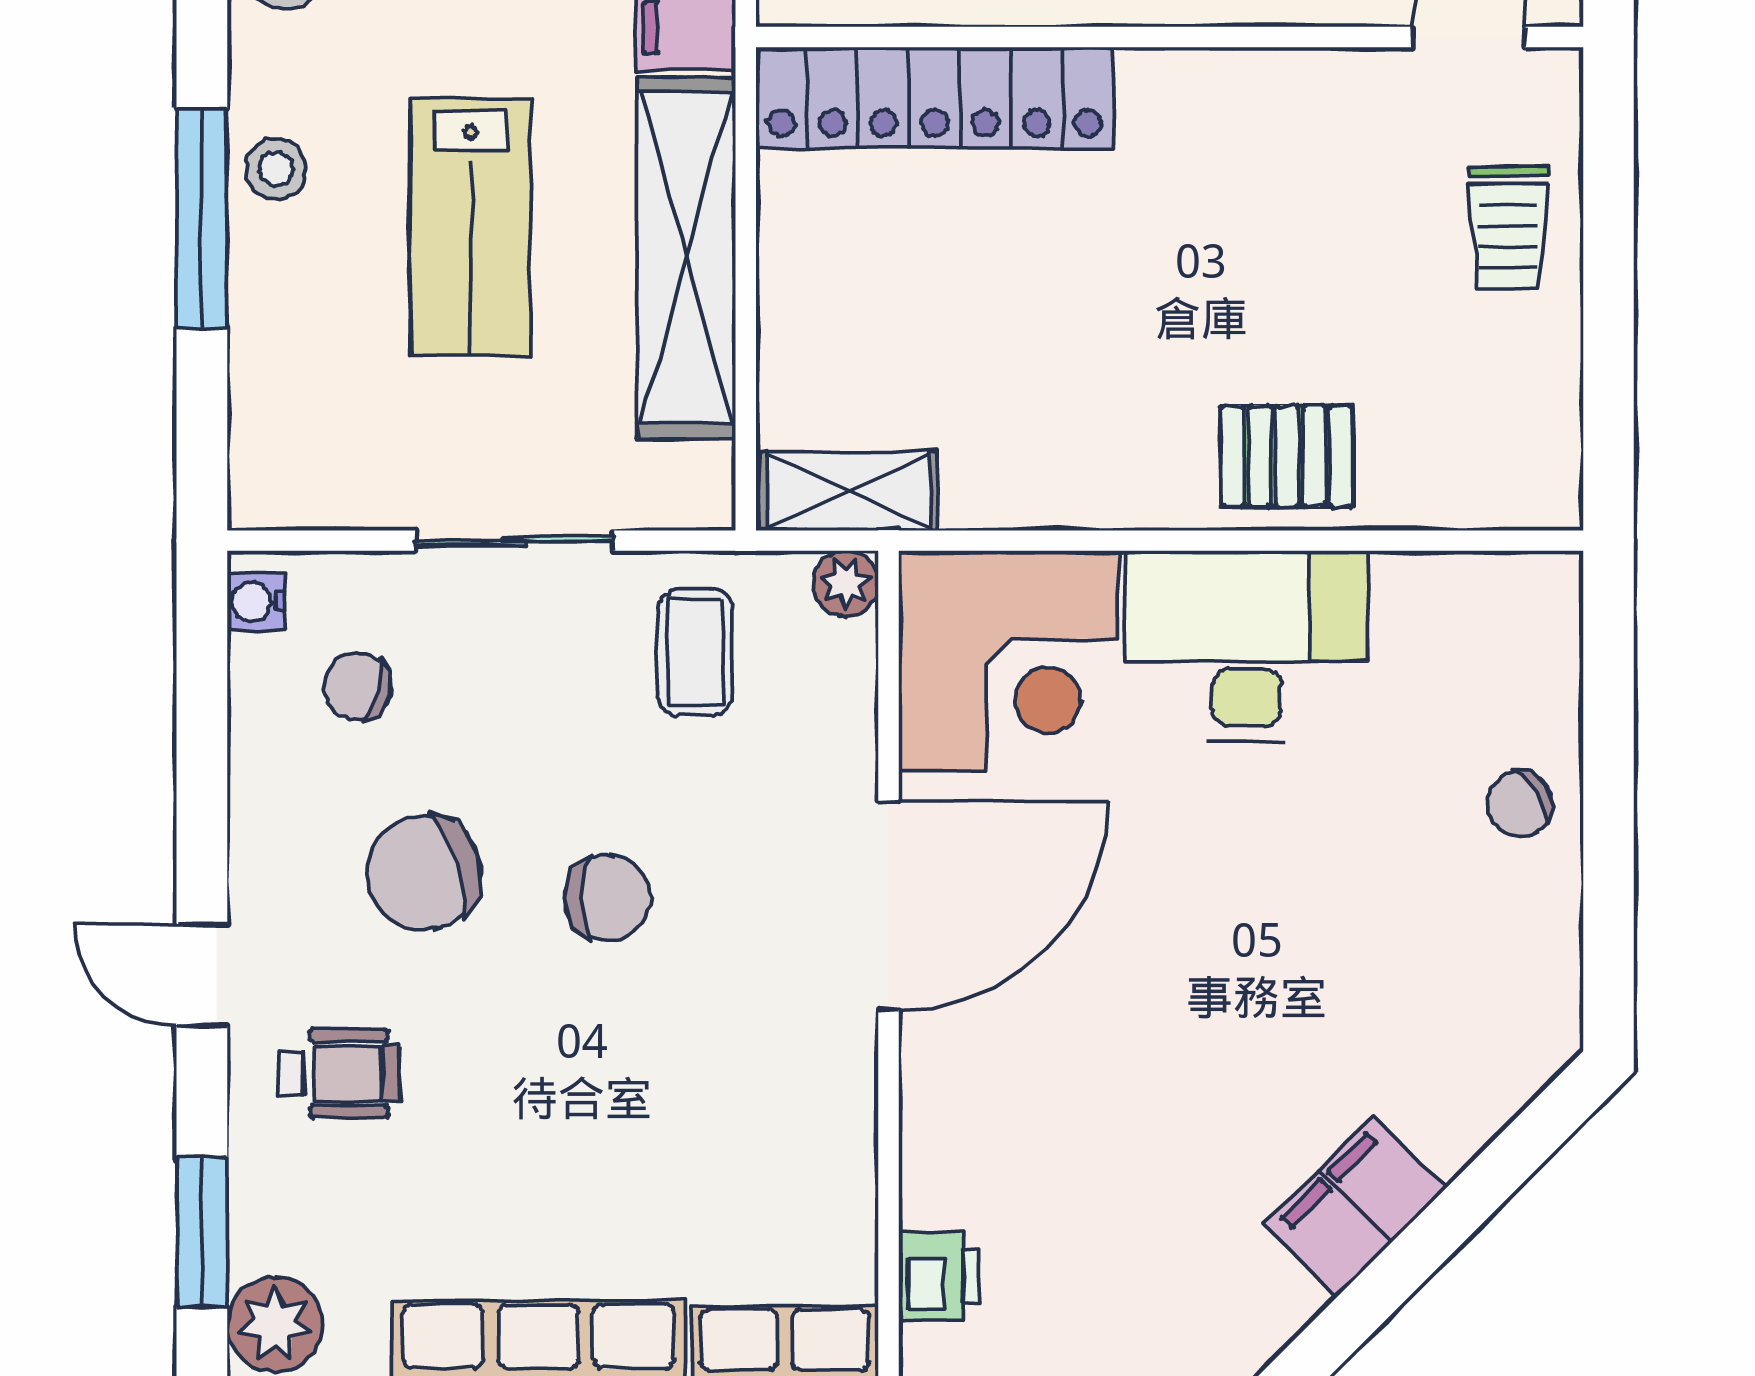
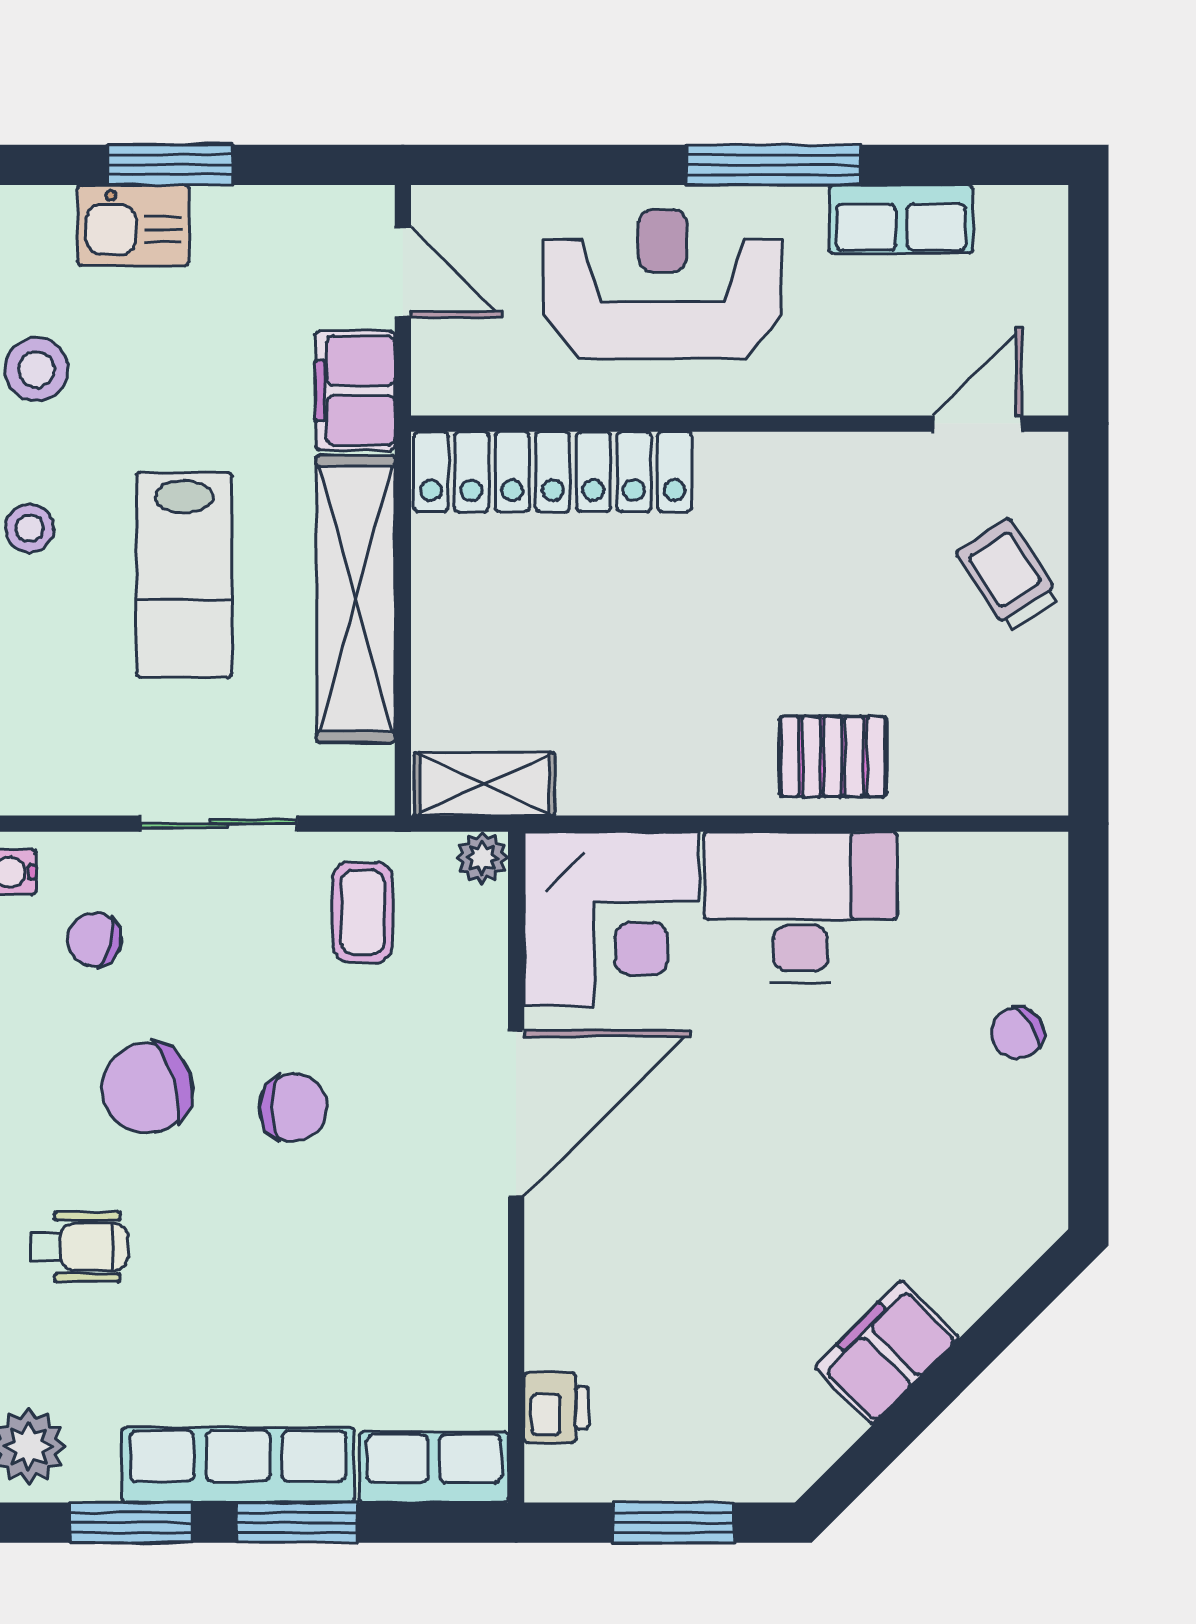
trolley: (1508, 228) -> (1008, 575), turned 147

